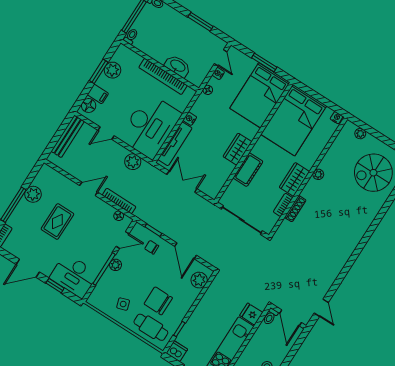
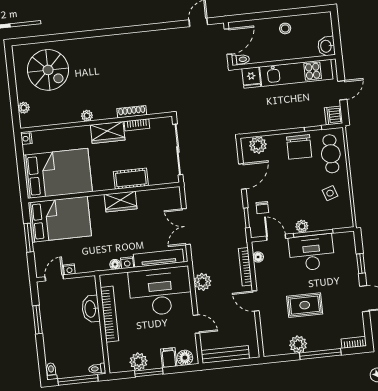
floor lamp: (208, 90) -> (115, 264), moved
desk: (74, 276) -> (312, 253), moved, turned -90
chair: (158, 301) -> (299, 147), moved

